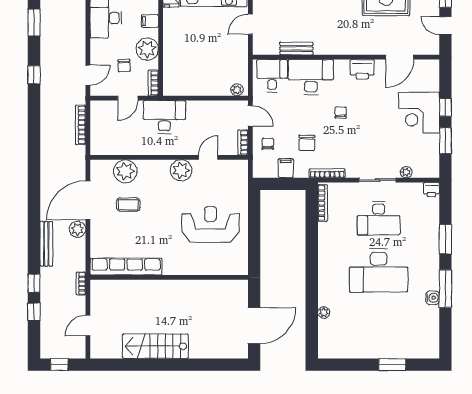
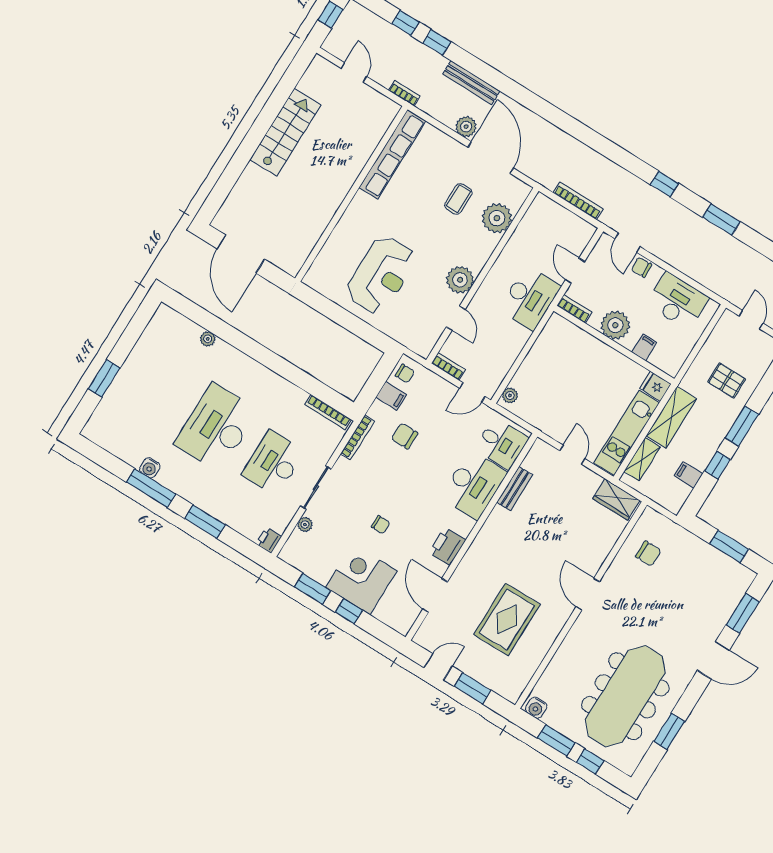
chair: (124, 66) -> (642, 267), moved
chair: (341, 113) -> (381, 525), moved
chair: (268, 144) -> (405, 373), moved

